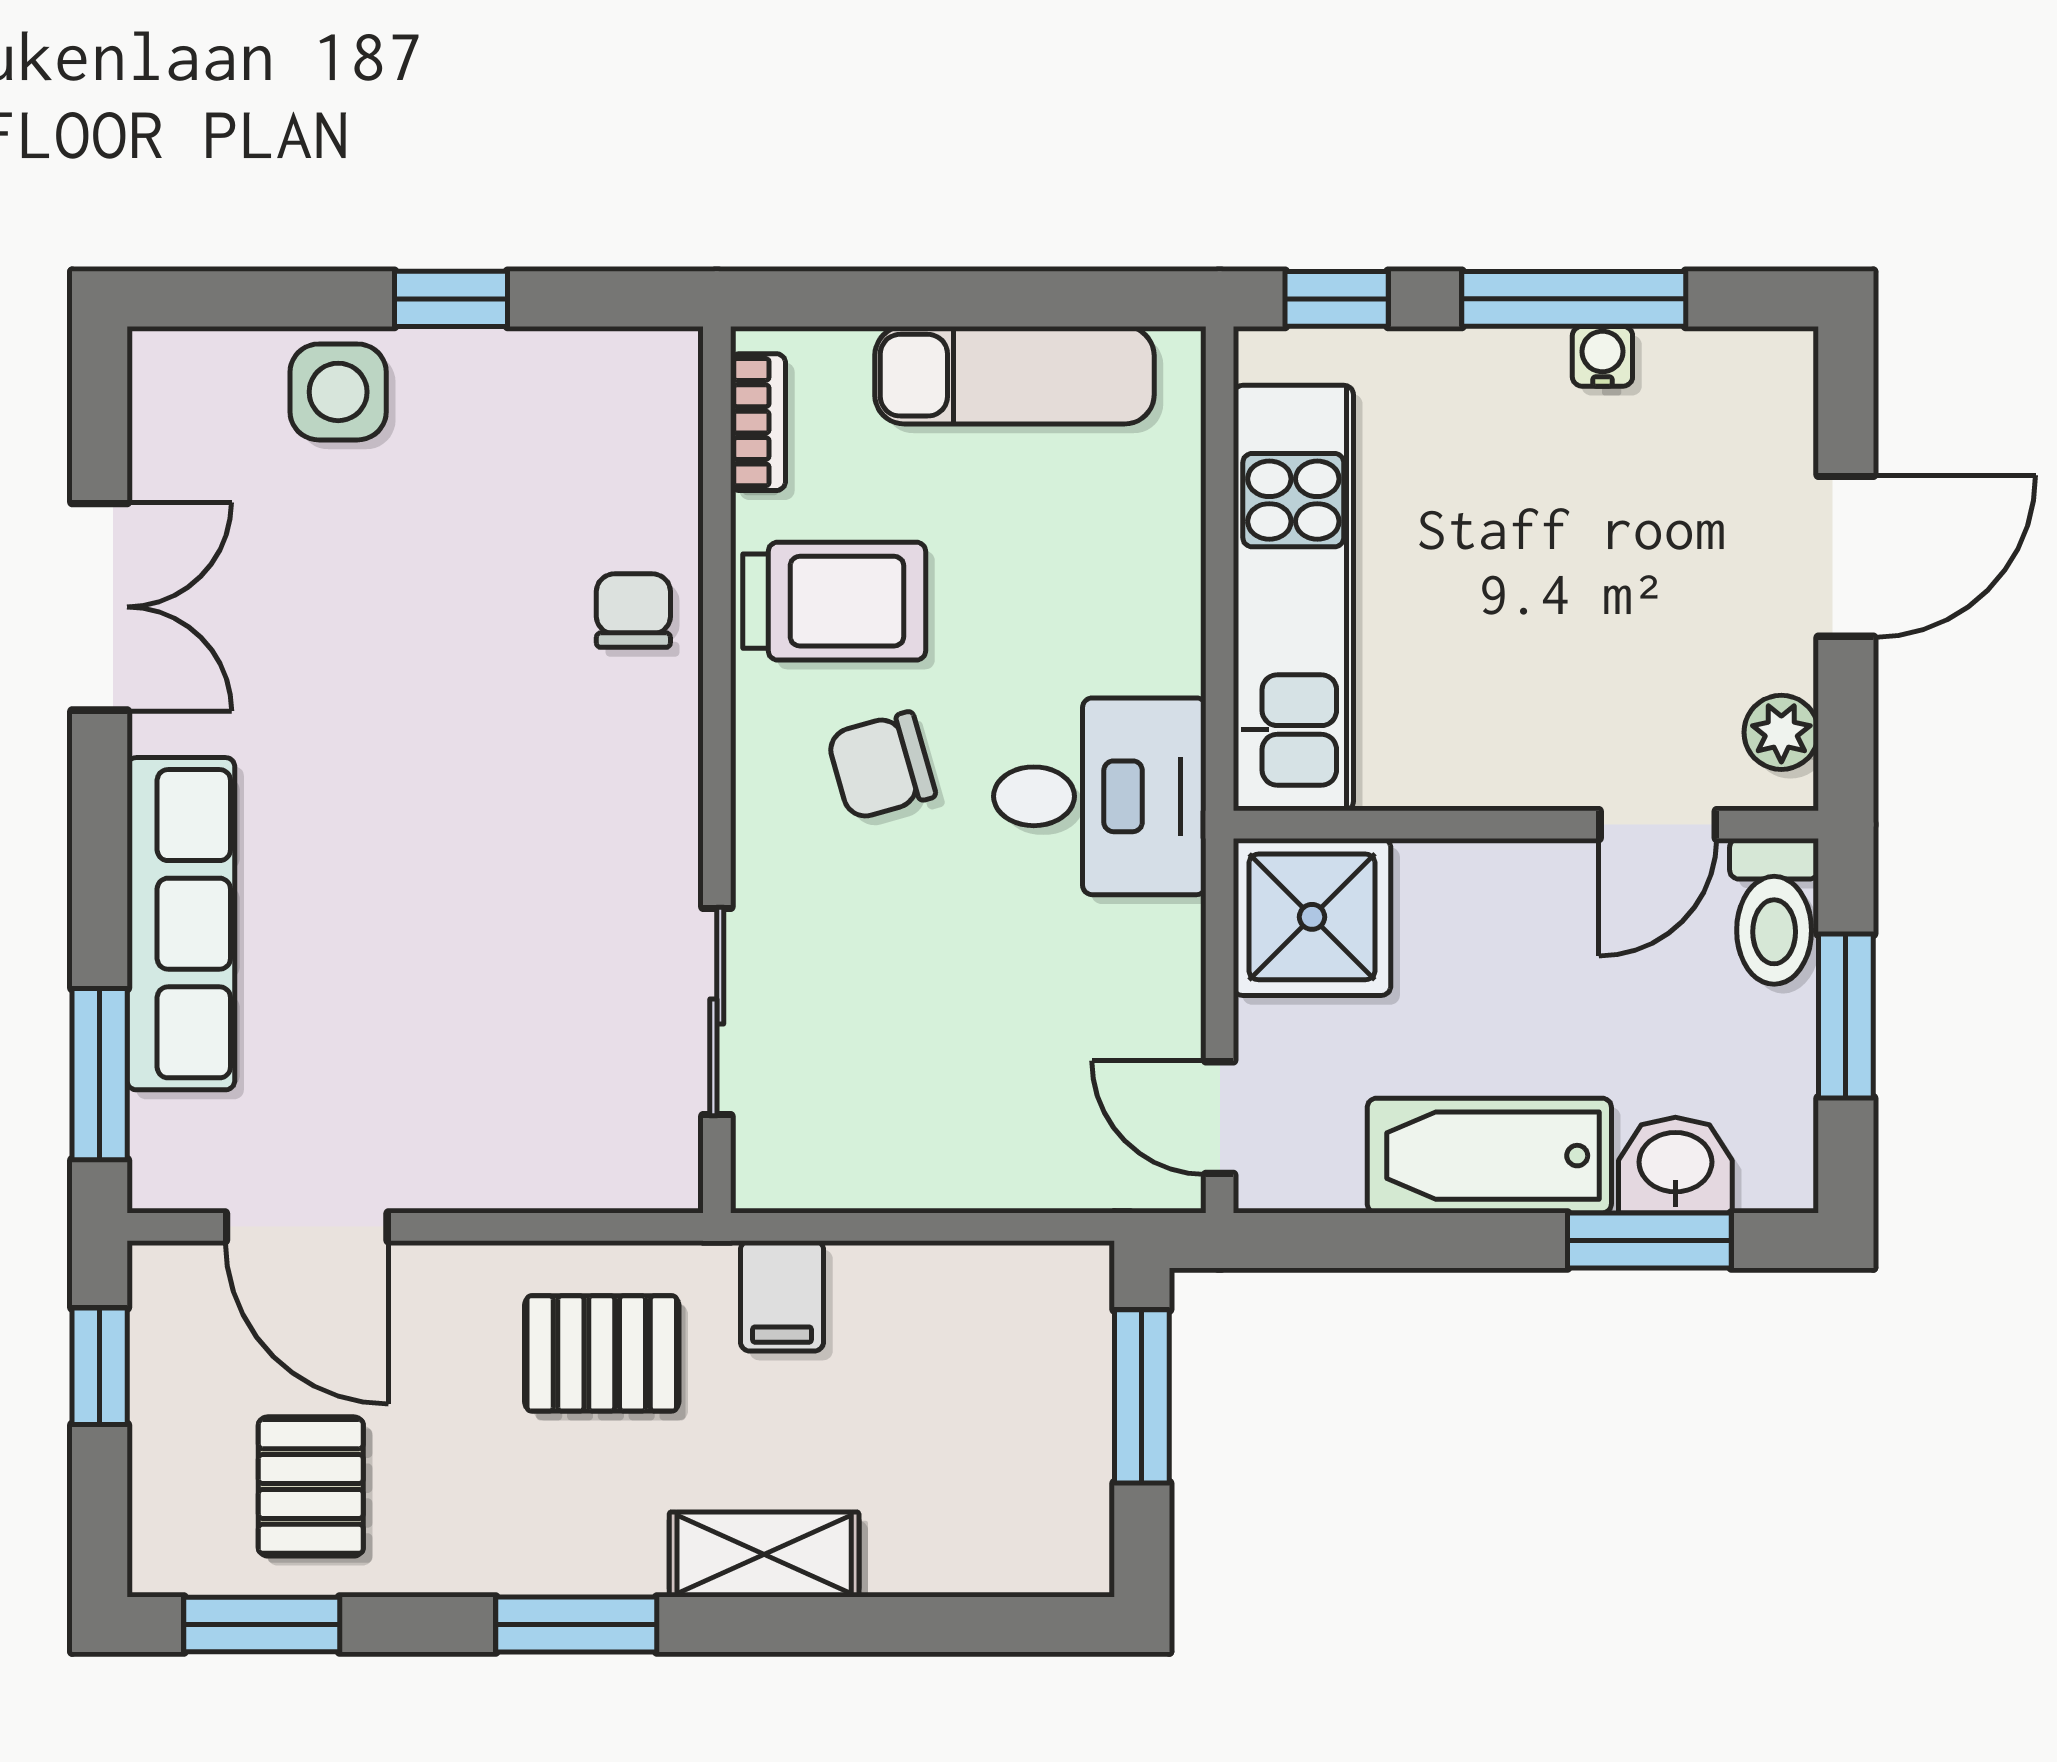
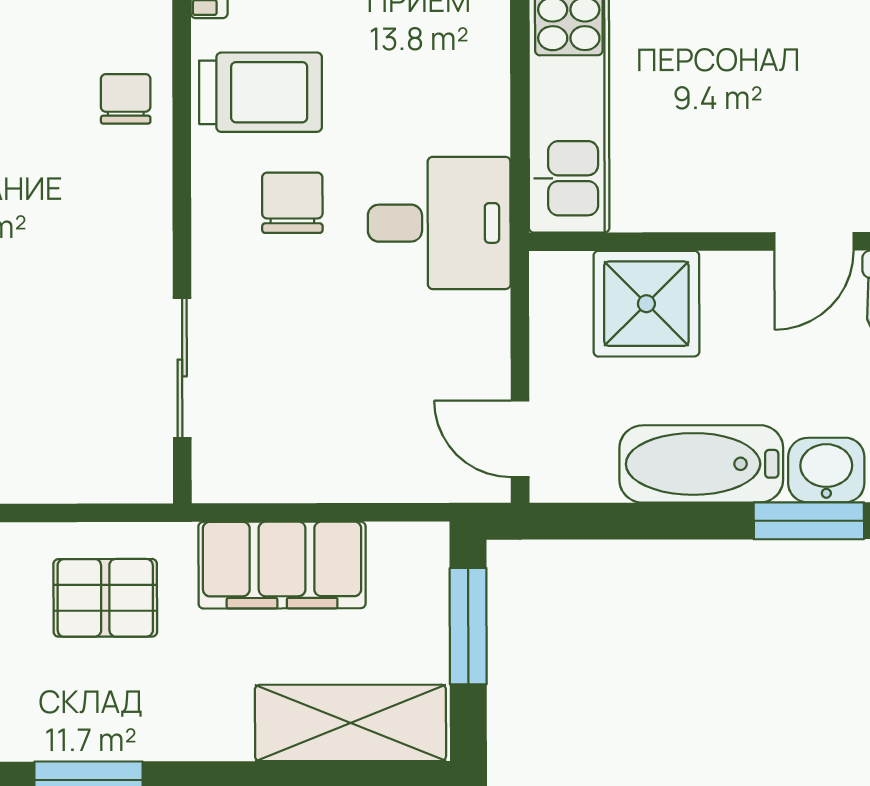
chair: (881, 766) -> (292, 203), turned 106
shower: (1312, 917) -> (646, 304), moved
filing cabinet: (782, 1296) -> (282, 565), width x3.00, depth x1.17
shelving: (764, 1554) -> (350, 723), moved, width x1.50, depth x1.33

